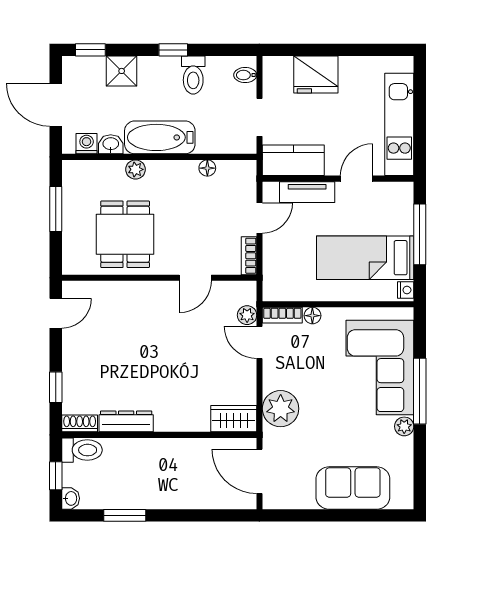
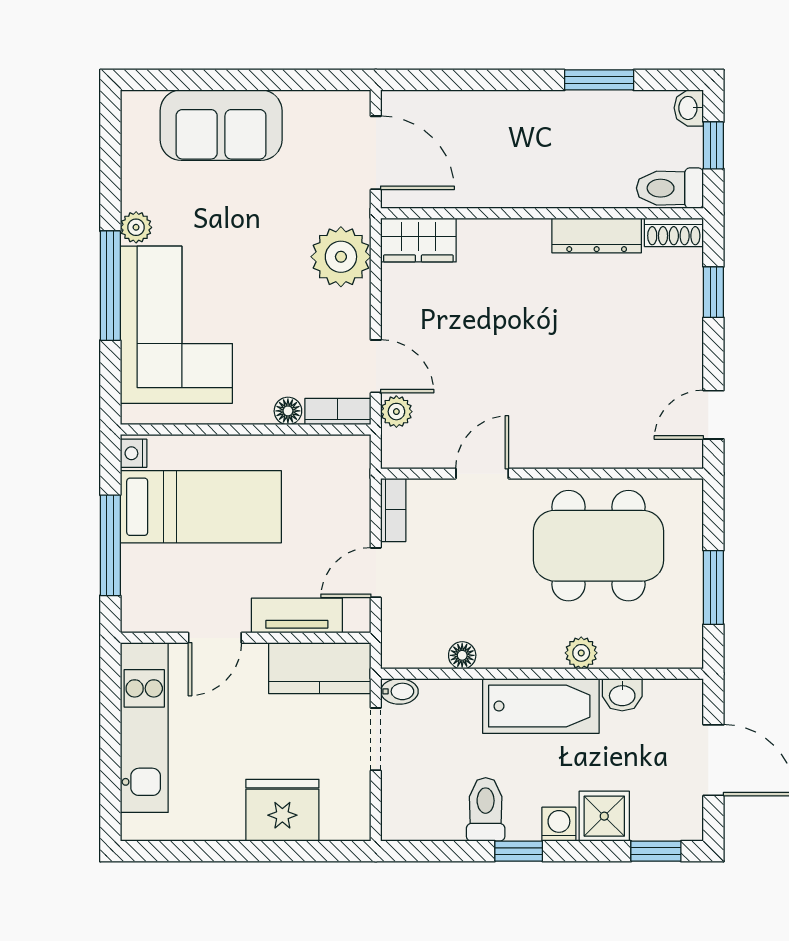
bidet: (245, 75) -> (399, 691), moved
washing machine: (87, 144) -> (559, 824), moved, turned 180
dining table: (125, 234) -> (598, 546), width x1.37

